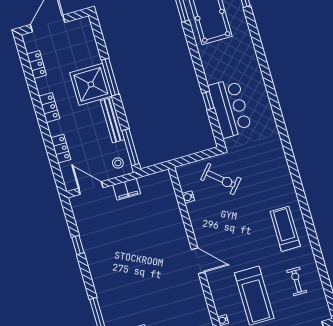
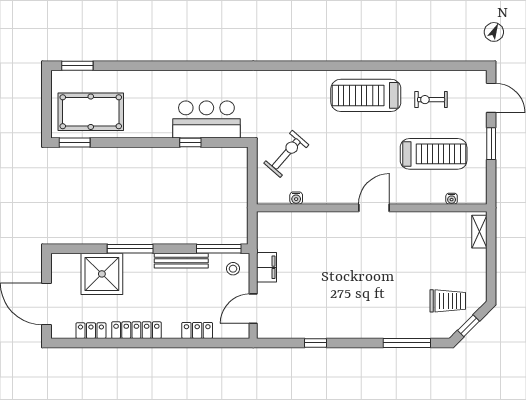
shower: (91, 84) -> (102, 274), moved
locker: (49, 107) -> (136, 330), width x1.53
treadmill: (285, 229) -> (366, 95), width x1.37, depth x1.38

